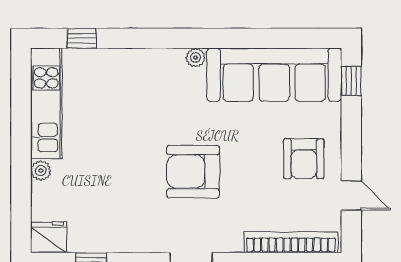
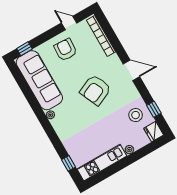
armchair: (304, 159) -> (65, 50), turned -87
armchair: (193, 172) -> (95, 90), turned 66
door: (351, 195) -> (69, 23), hinge flipped
stool: (100, 221) -> (136, 115), added

